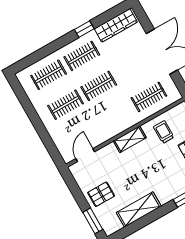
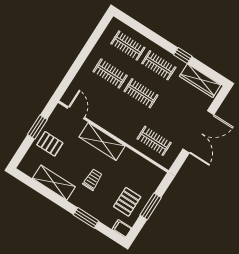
trolley: (164, 132) -> (93, 180), moved
shelving: (130, 139) -> (102, 141), width x1.50, depth x1.33
door: (85, 155) -> (76, 113), hinge flipped
window: (93, 221) -> (37, 127), moved

